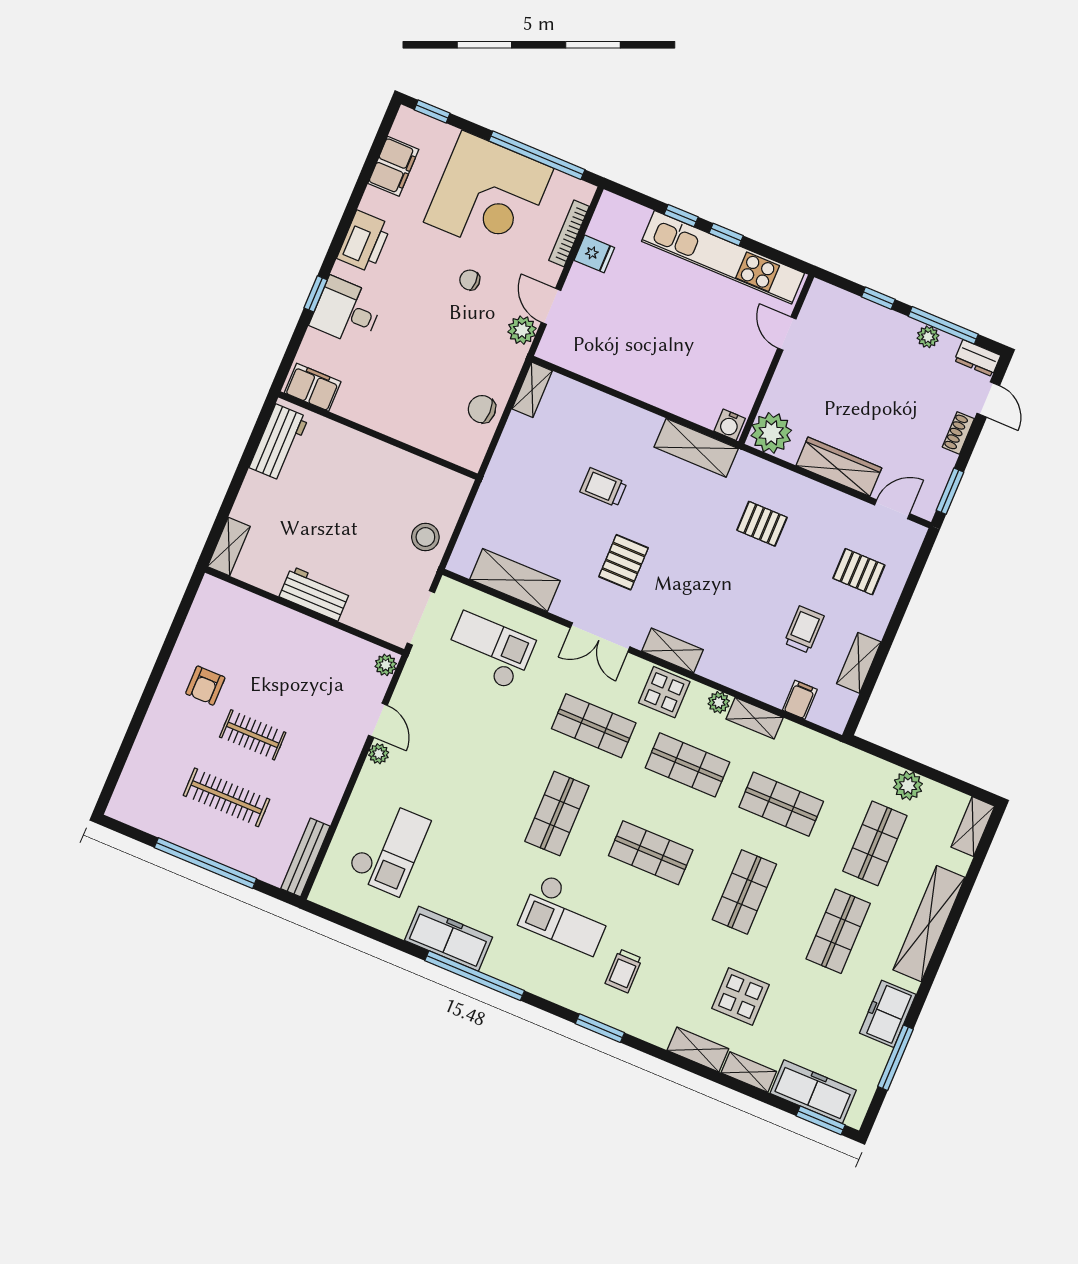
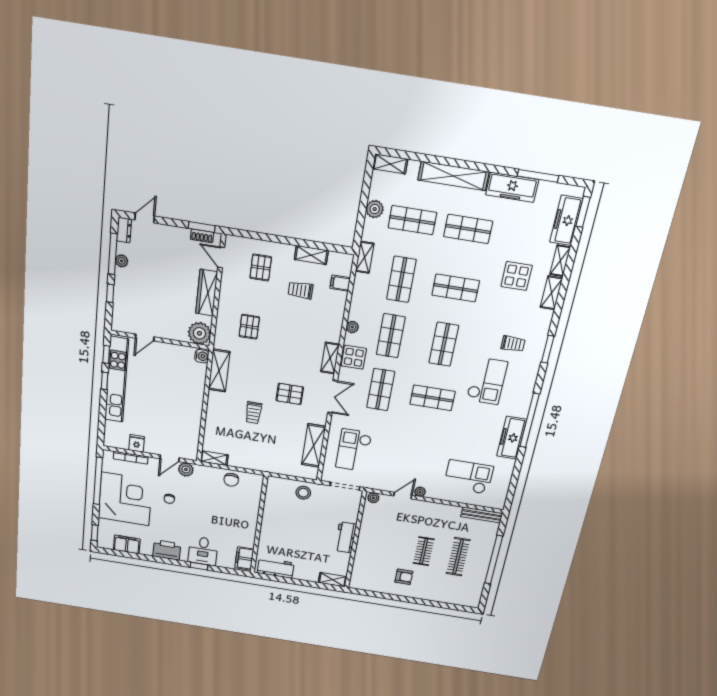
window: (681, 216) -> (106, 354), moved
shoe rack: (958, 433) -> (202, 236), moved
shelving: (755, 718) -> (365, 257), moved
freezer: (888, 1014) -> (512, 187), width x1.40

